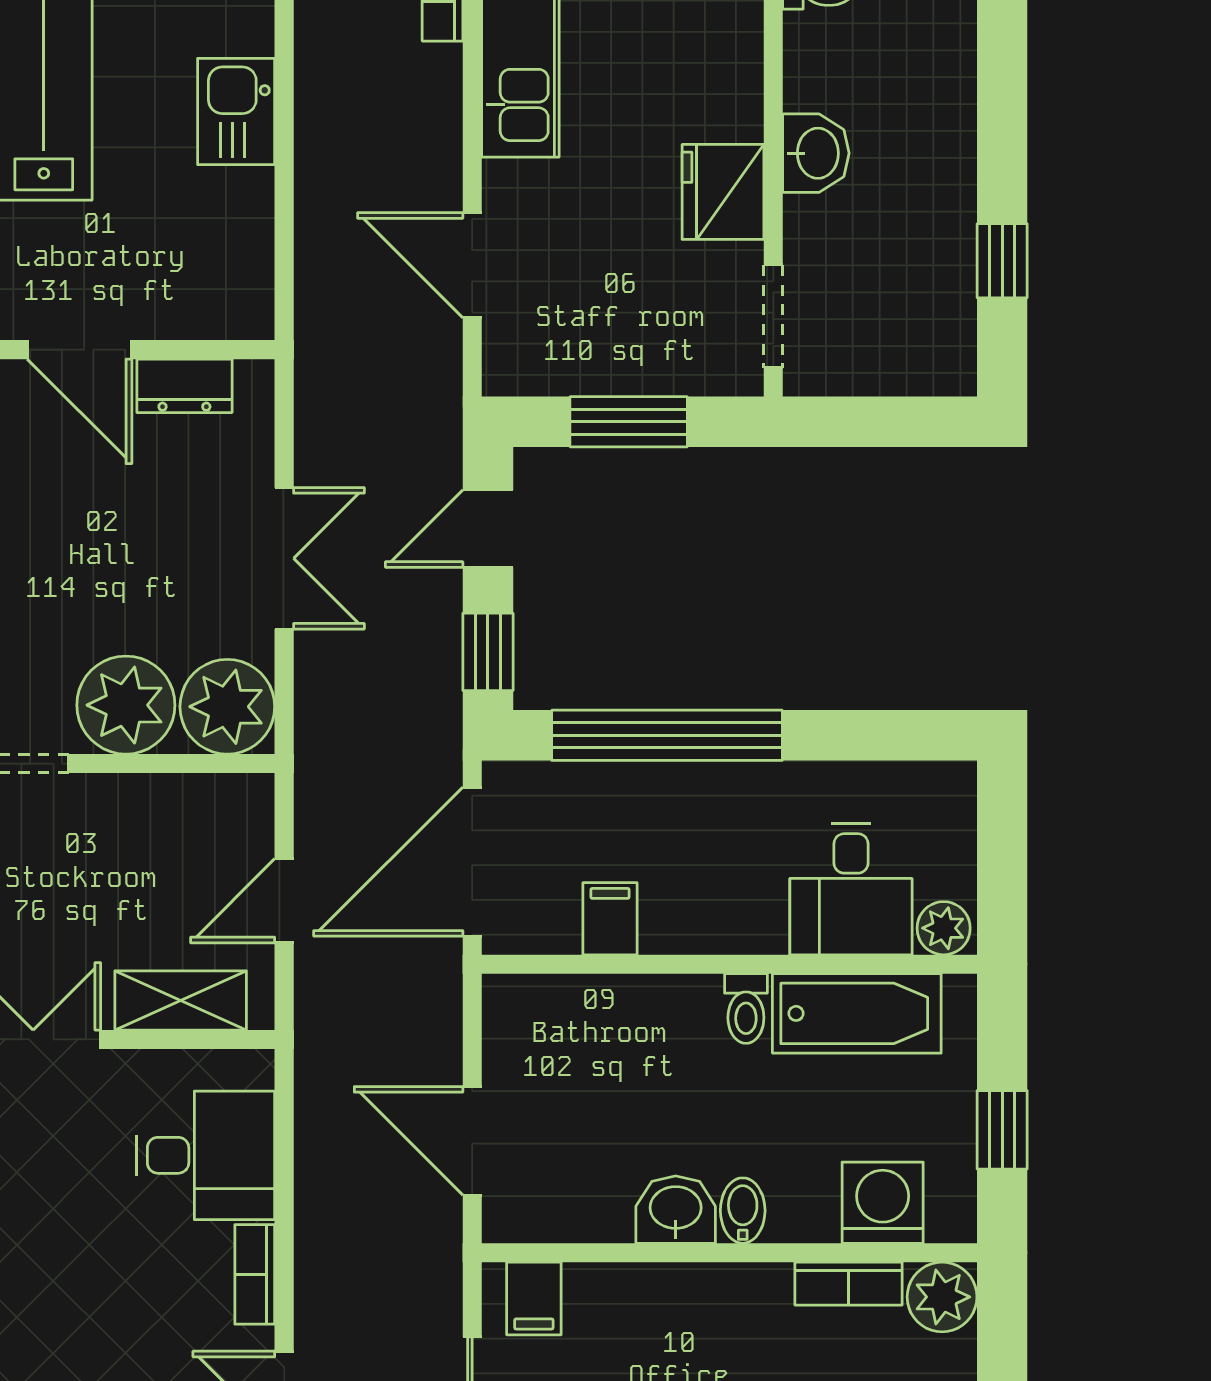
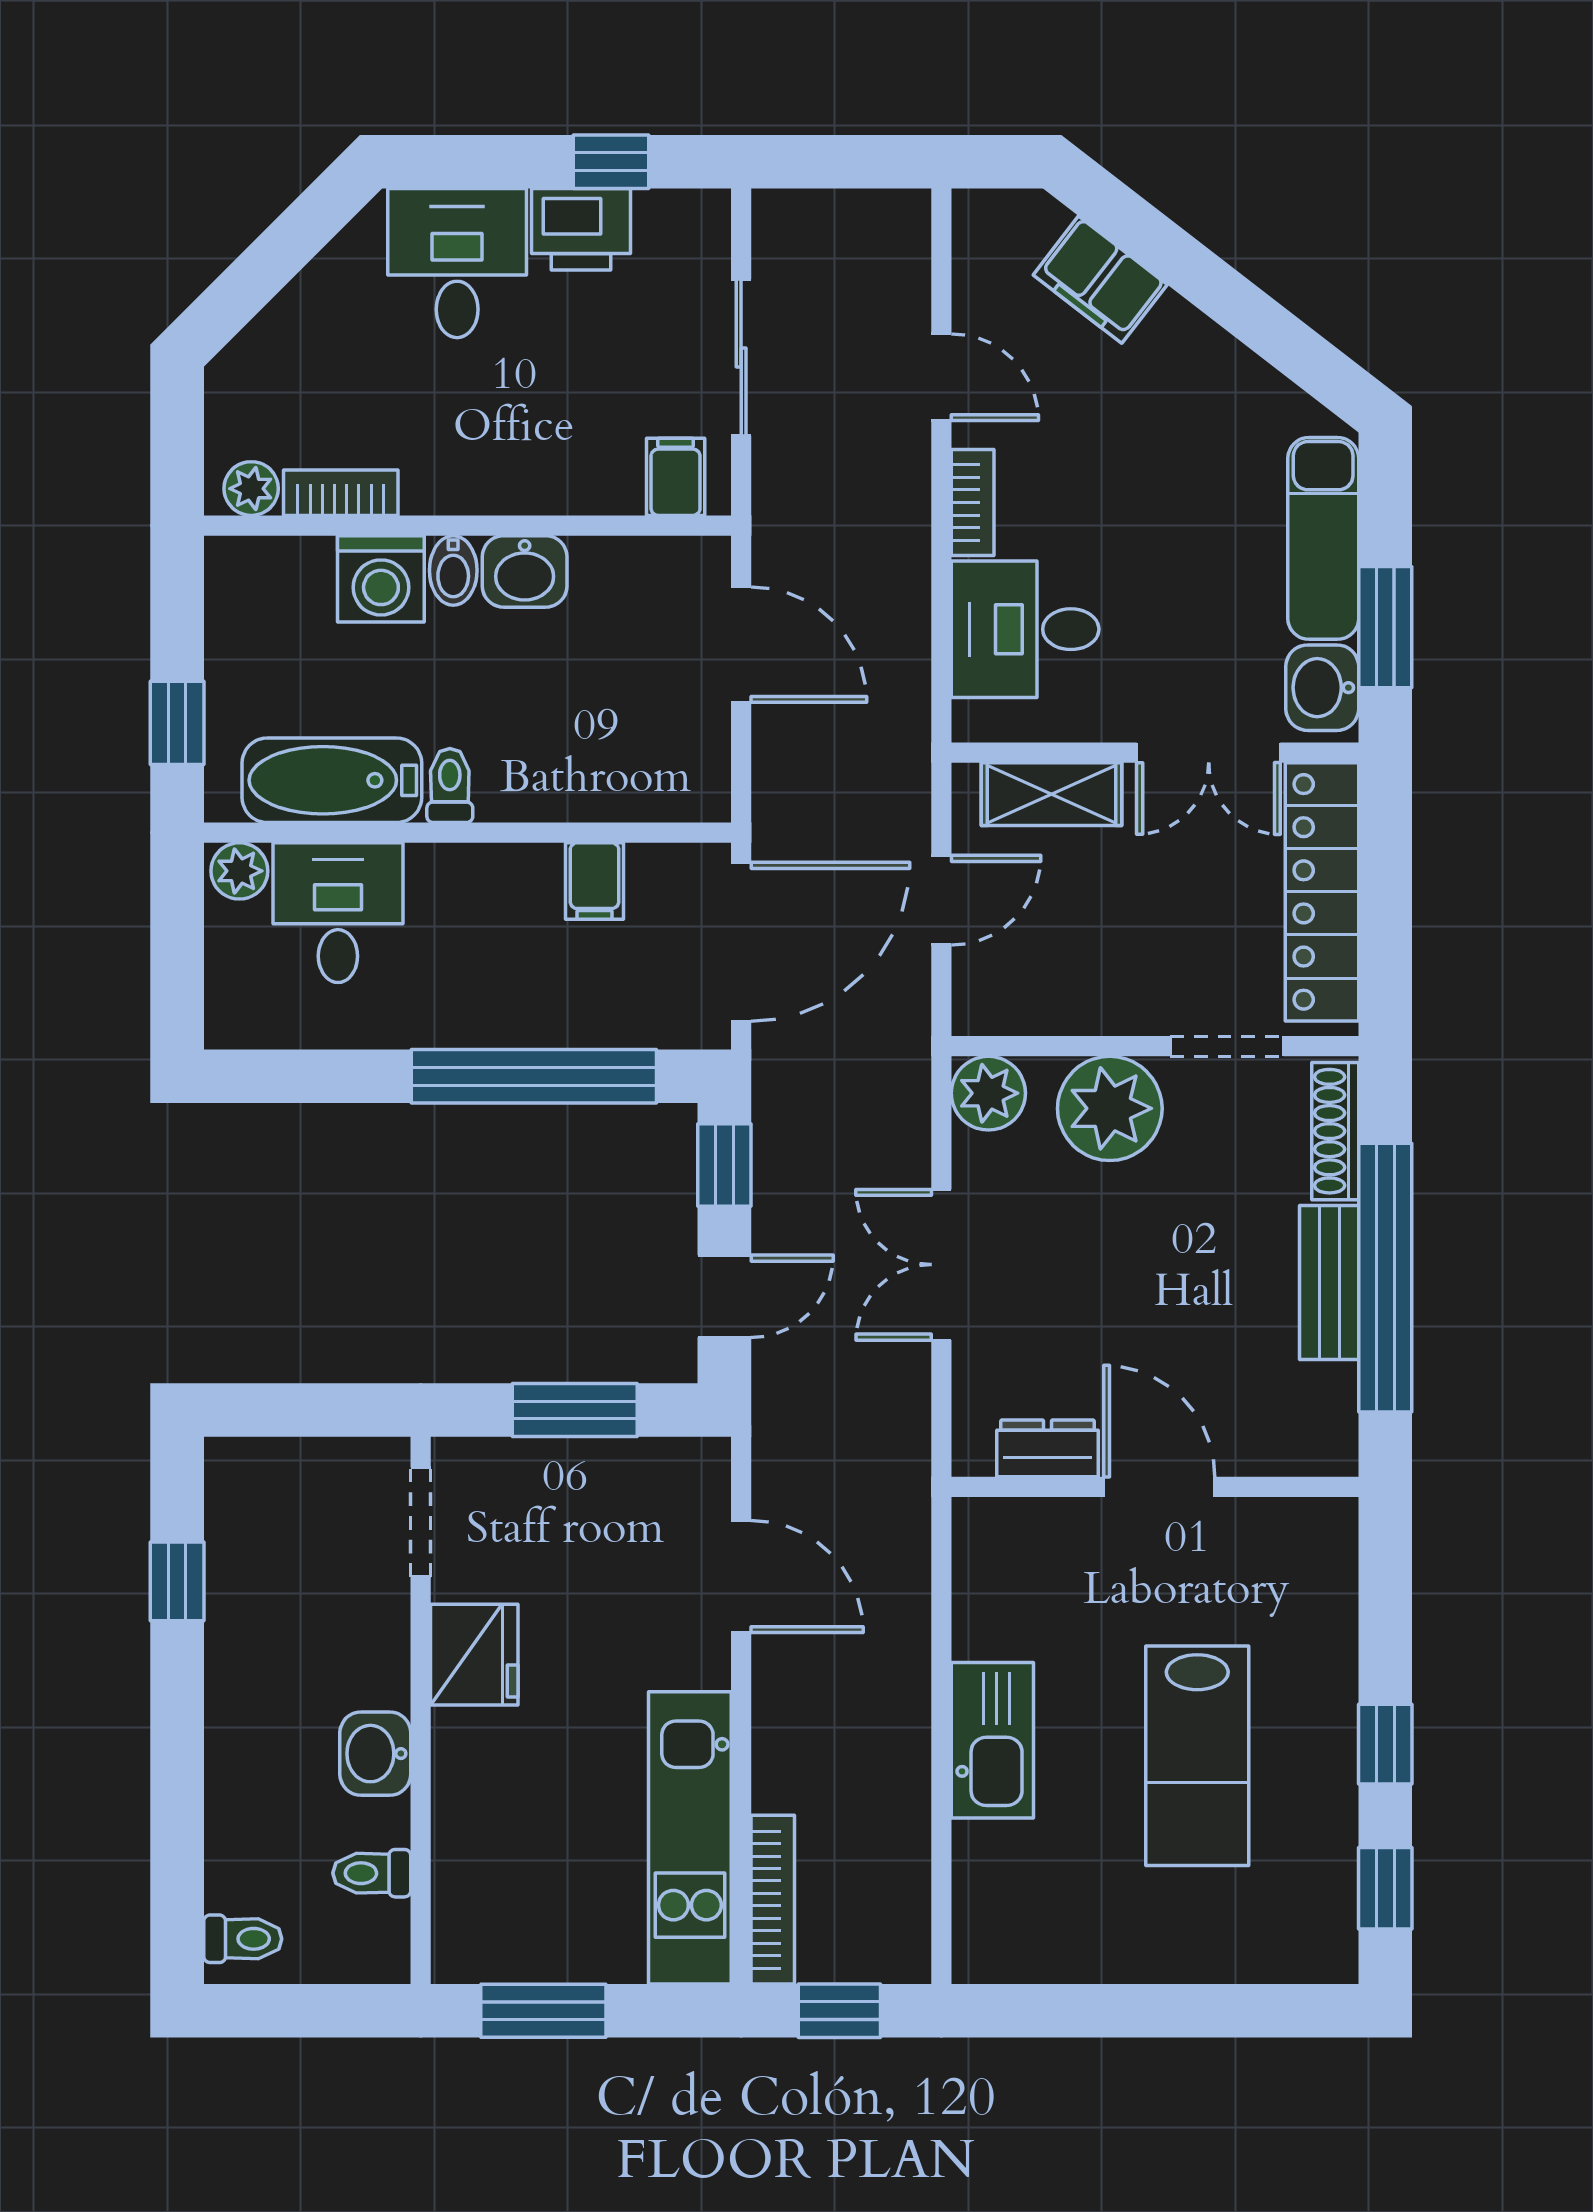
kitchen sink: (236, 111) -> (992, 1740), width x1.38
washbasin: (816, 153) -> (375, 1754), moved
plant: (227, 707) -> (988, 1093), width x0.73, depth x0.73
window: (1002, 1130) -> (177, 723), moved
washing machine: (883, 1203) -> (381, 579), moved
plant: (942, 1297) -> (251, 489), width x0.73, depth x0.73

